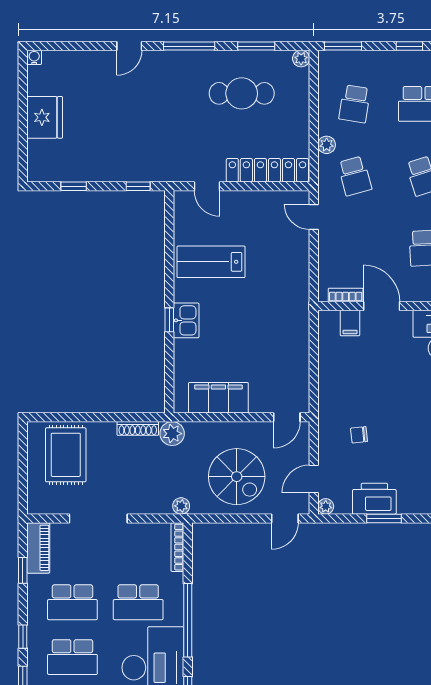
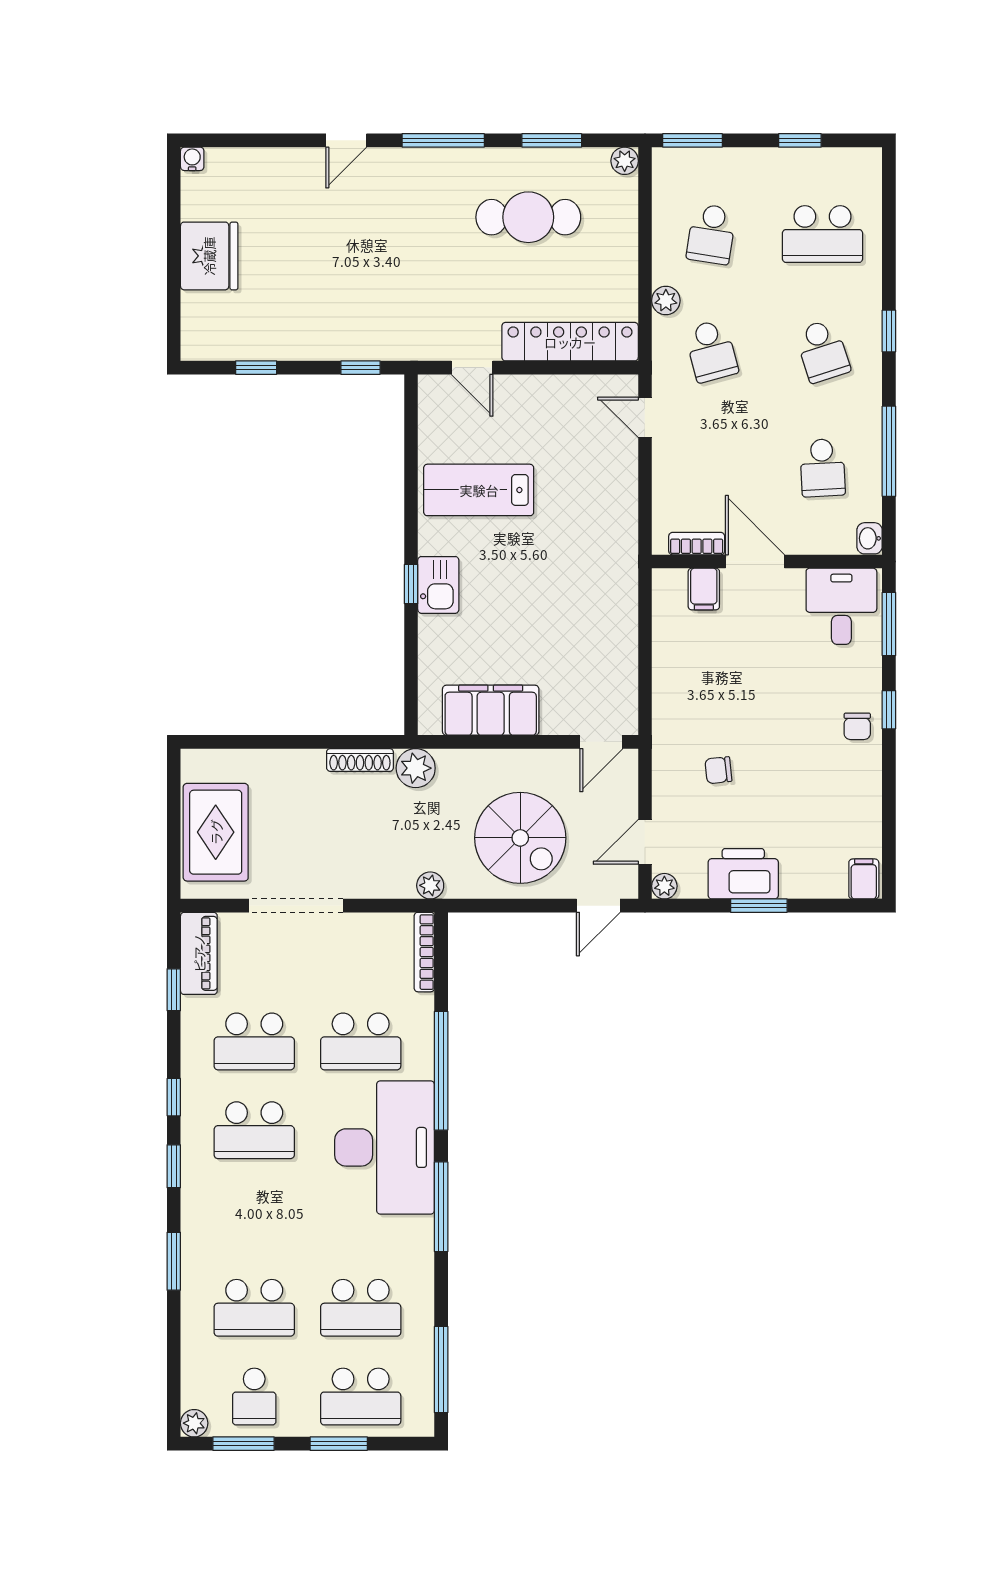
rug: (66, 455) -> (216, 832), moved

